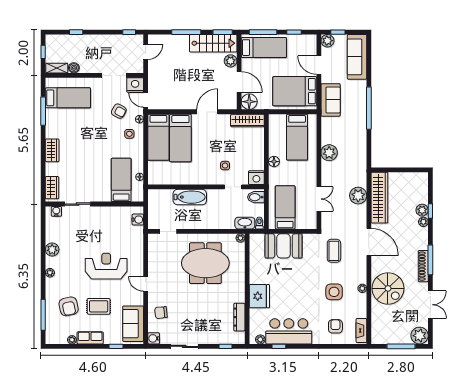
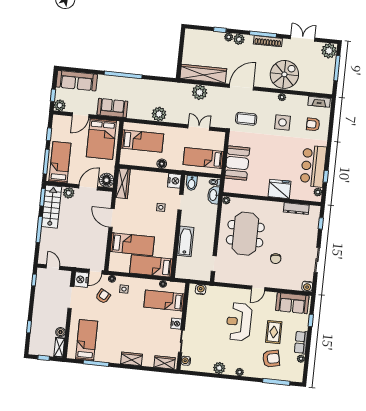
bed: (158, 137) -> (151, 266), moved, turned 180
nightstand: (97, 196) -> (176, 324), added
plant: (422, 210) -> (239, 39), moved
chair: (161, 313) -> (276, 259), moved

